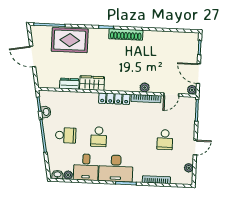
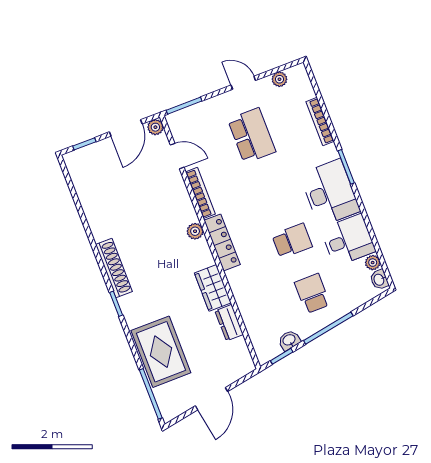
plant: (145, 88) -> (195, 231), moved
school desk: (165, 140) -> (252, 136), width x1.85

